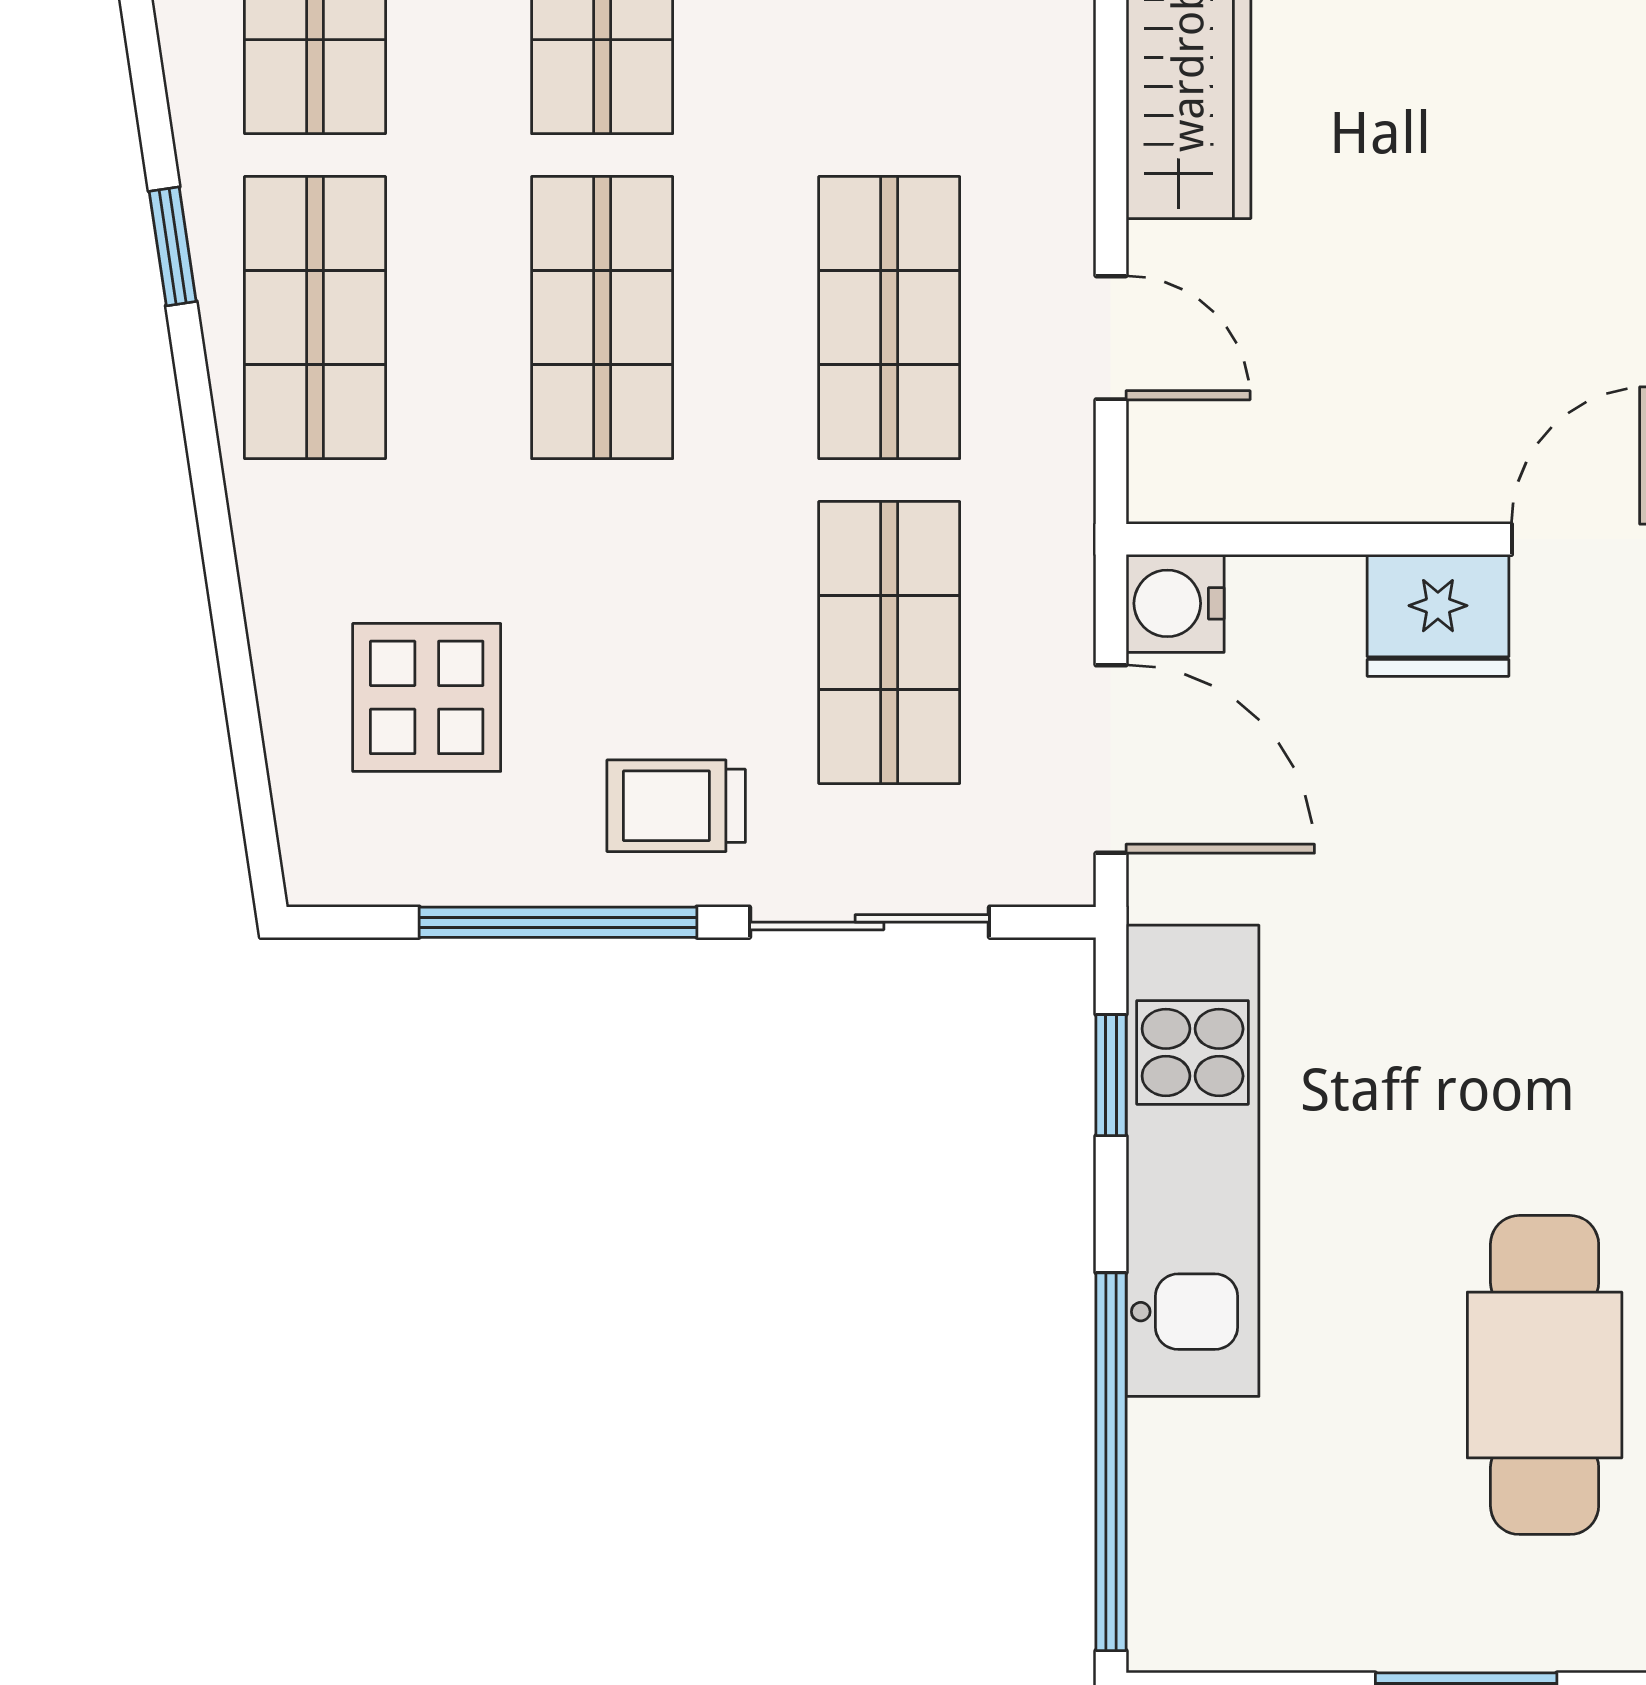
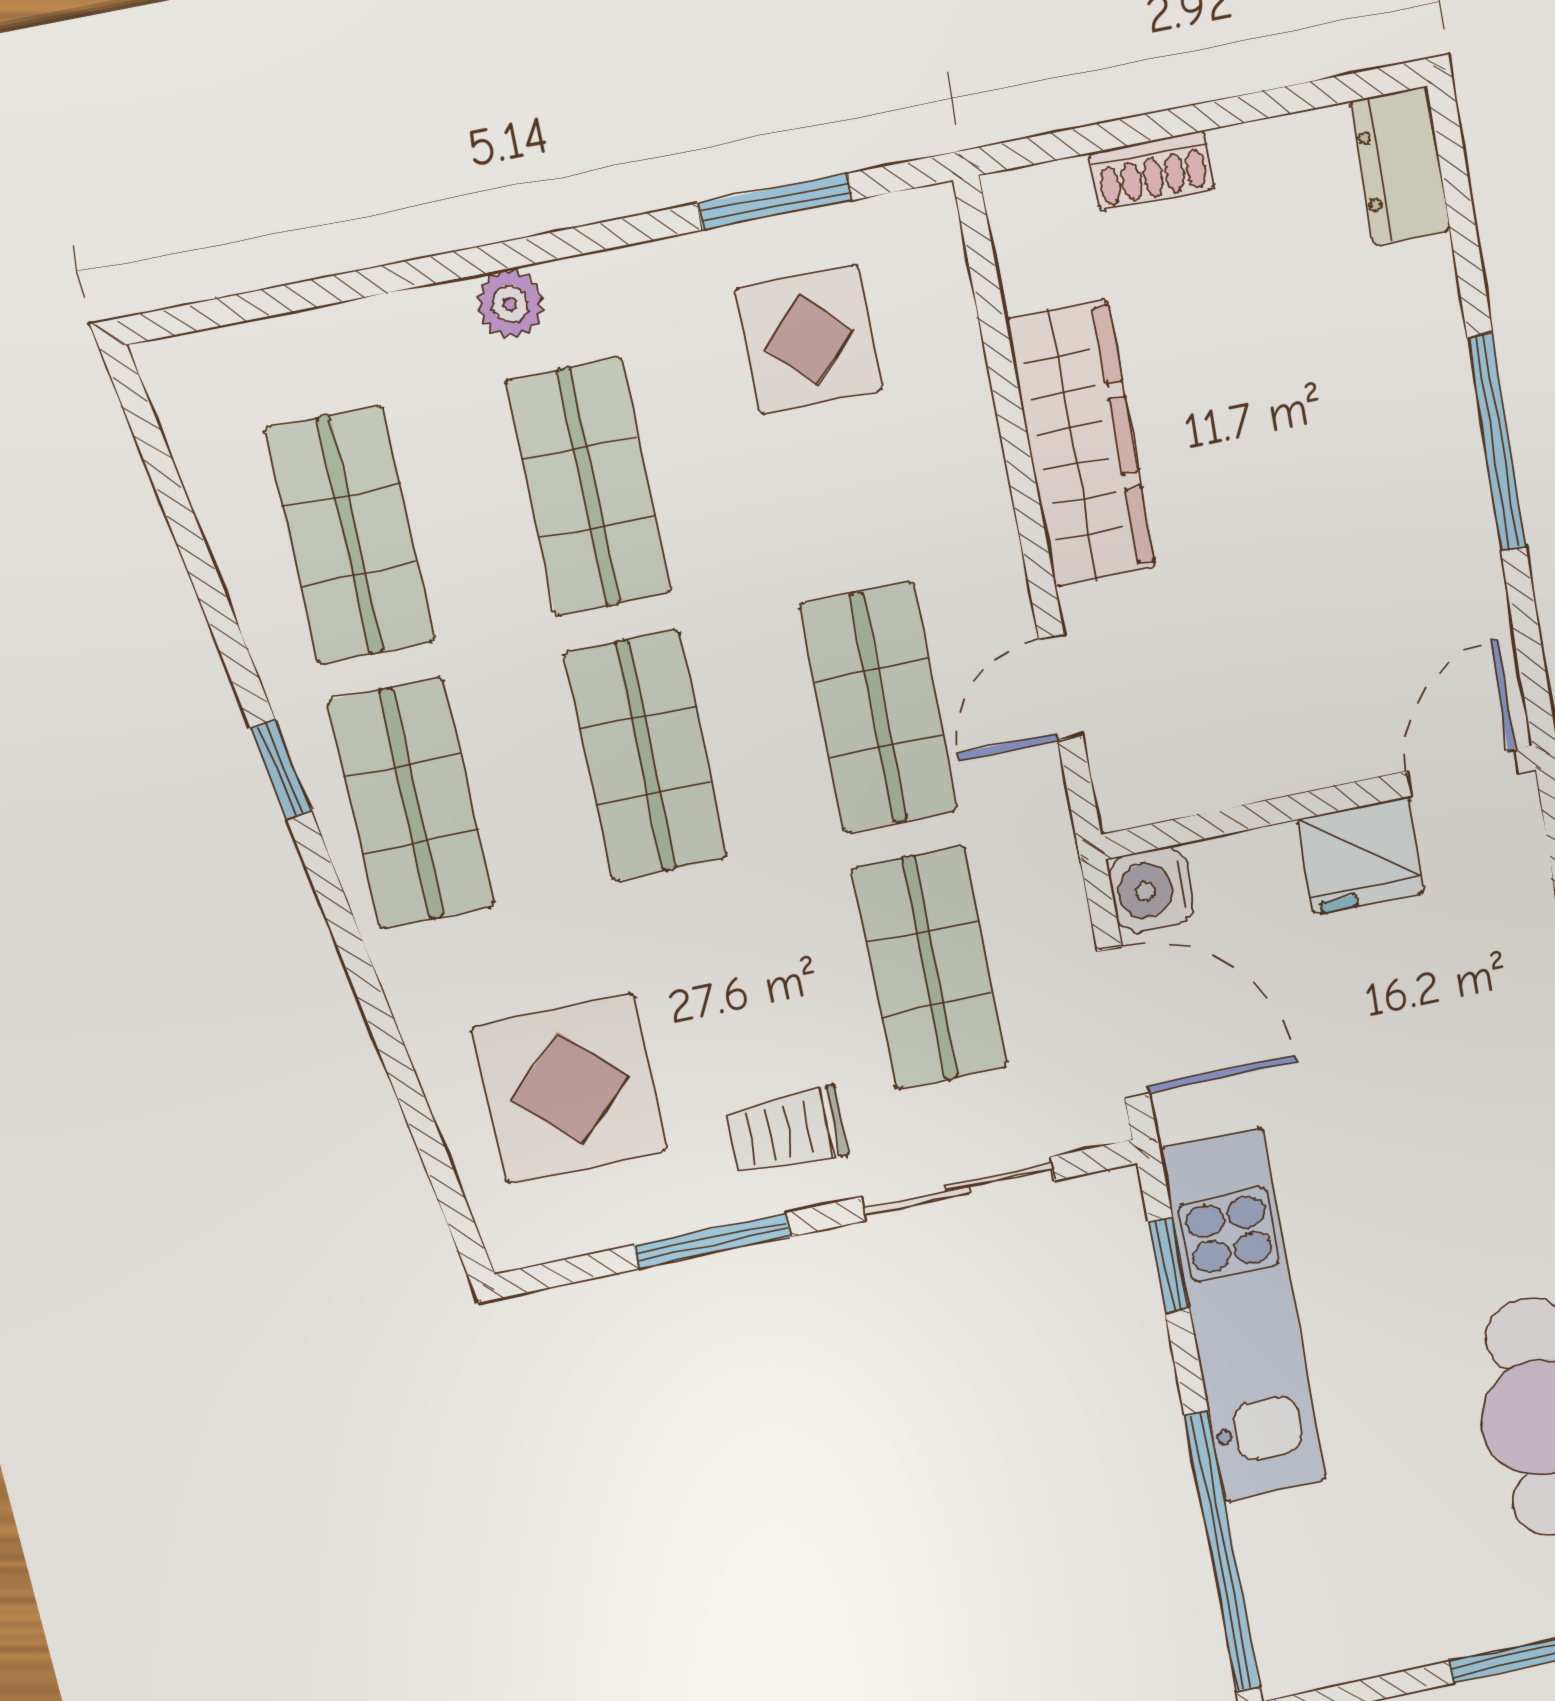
door: (1111, 338) -> (1061, 688), swing flipped
display table: (427, 697) -> (570, 1088), width x1.36, depth x1.36
window: (558, 922) -> (712, 1241), width x0.69

